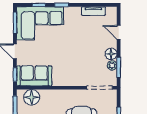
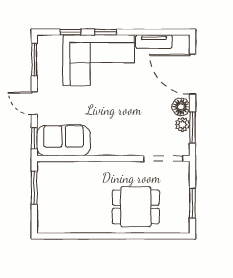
corner sofa: (40, 23) -> (99, 60), moved
door: (119, 32) -> (192, 74), width x1.87
floor lamp: (32, 97) -> (60, 173), removed

